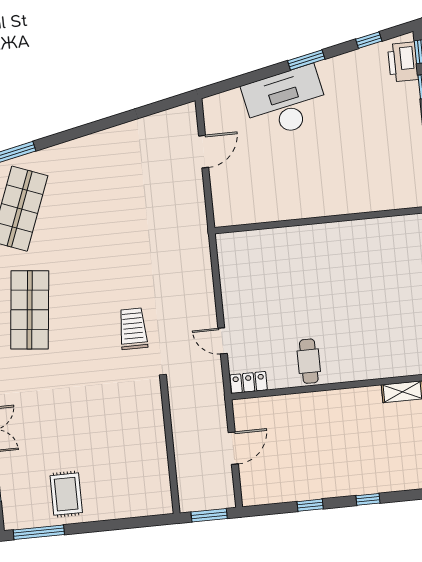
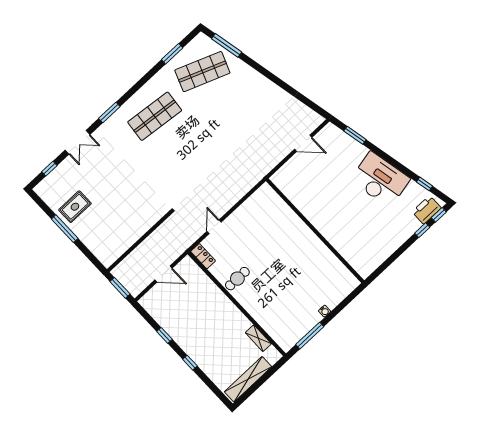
window: (306, 60) -> (355, 135), moved
desk: (285, 102) -> (380, 180), moved
trolley: (133, 329) -> (185, 176), removed
window: (39, 532) -> (65, 229), moved

